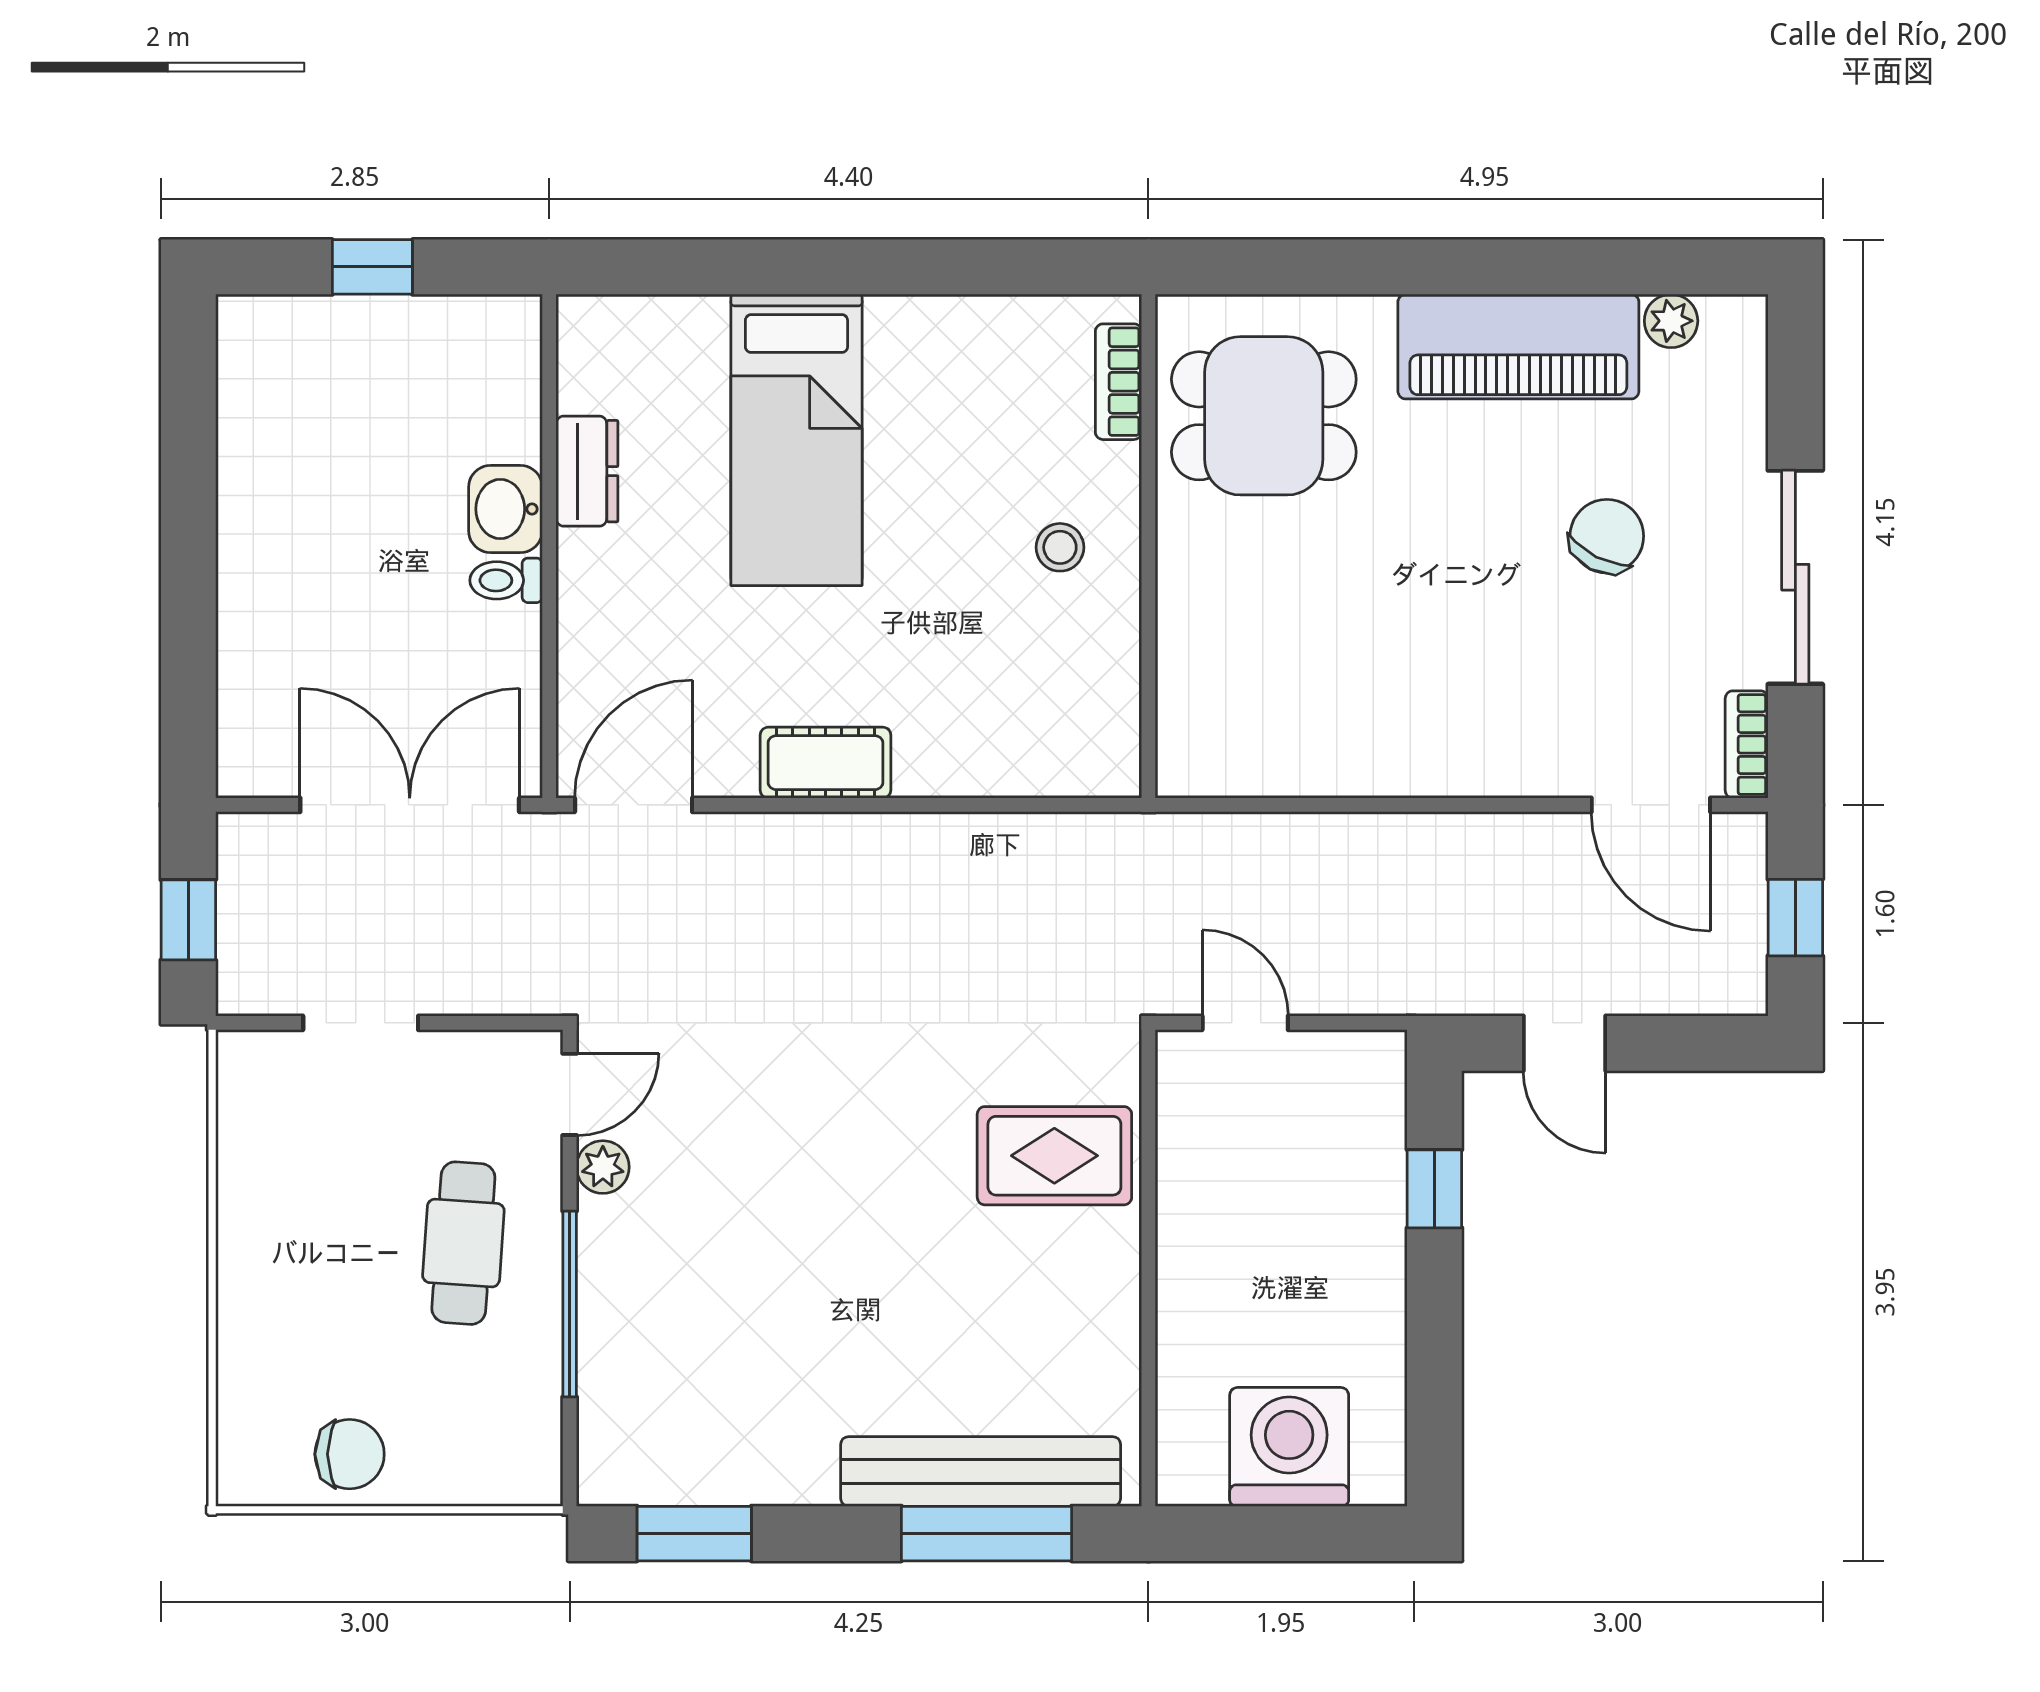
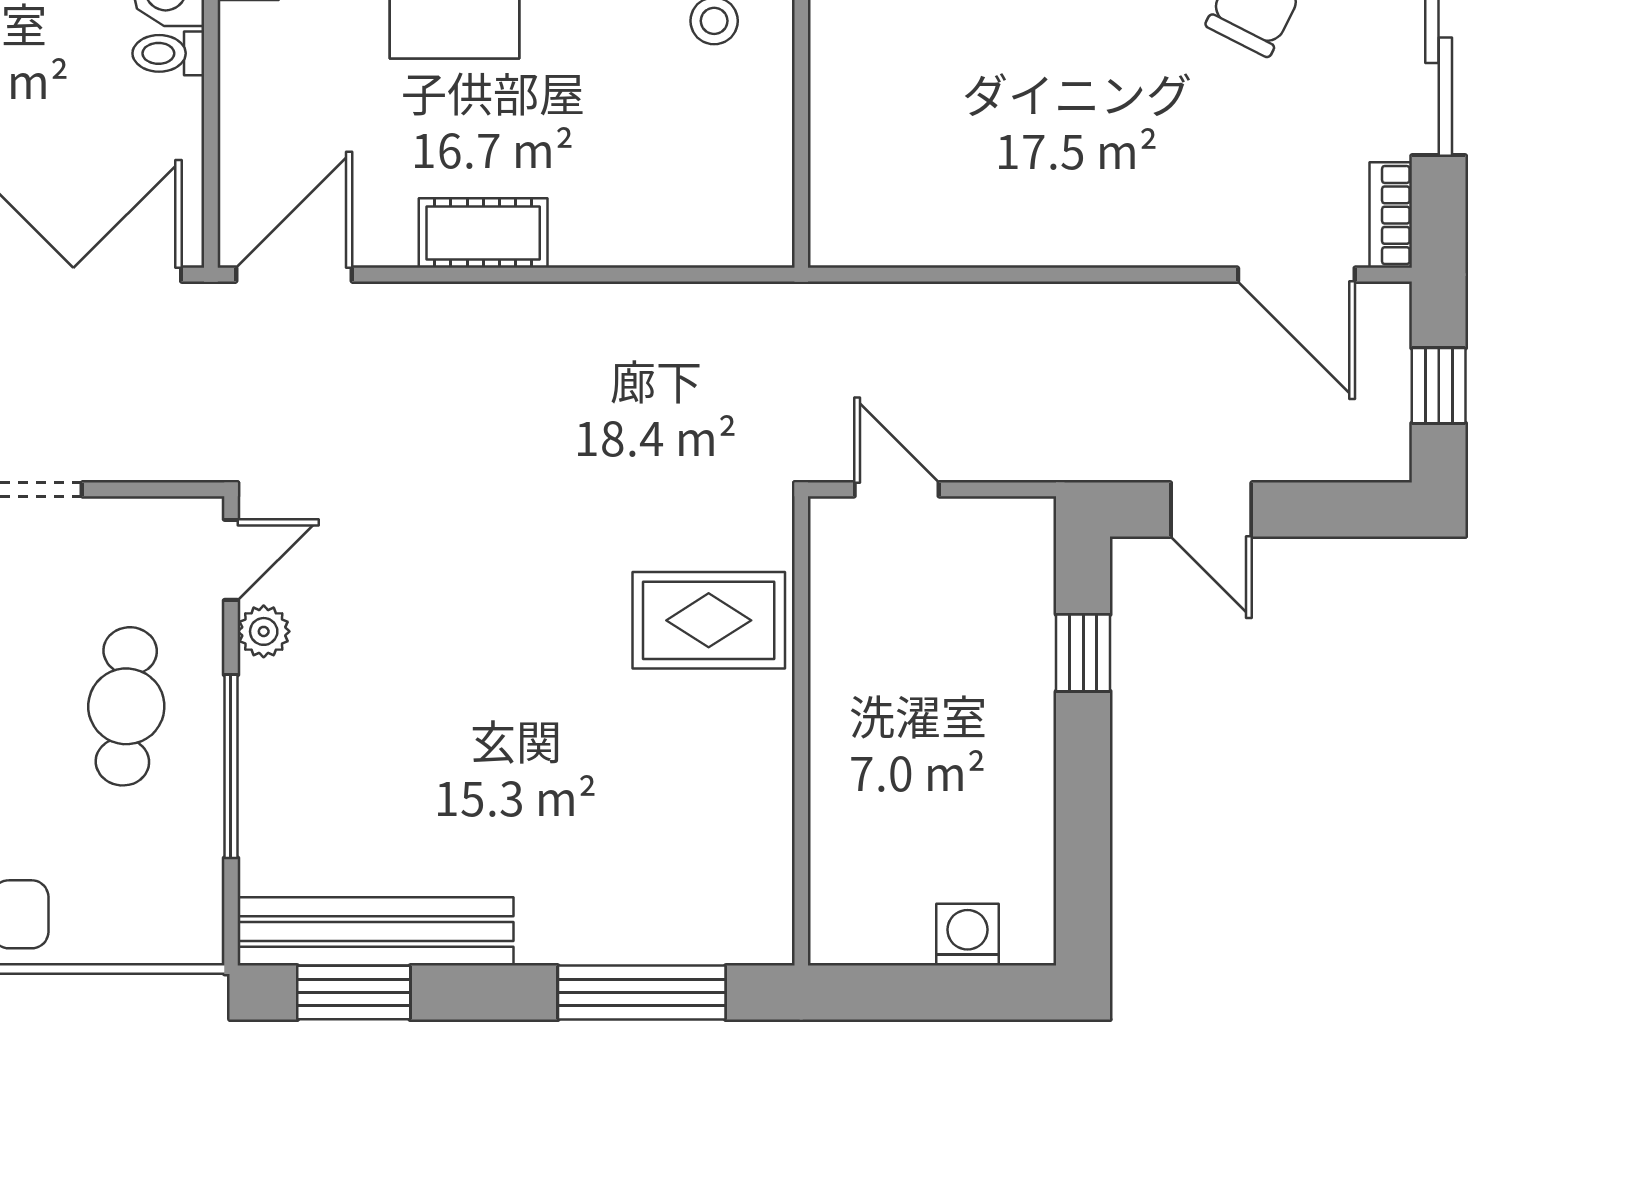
washing machine: (1289, 1447) -> (967, 935), width x0.53, depth x0.53
bench: (981, 1471) -> (376, 931), moved

